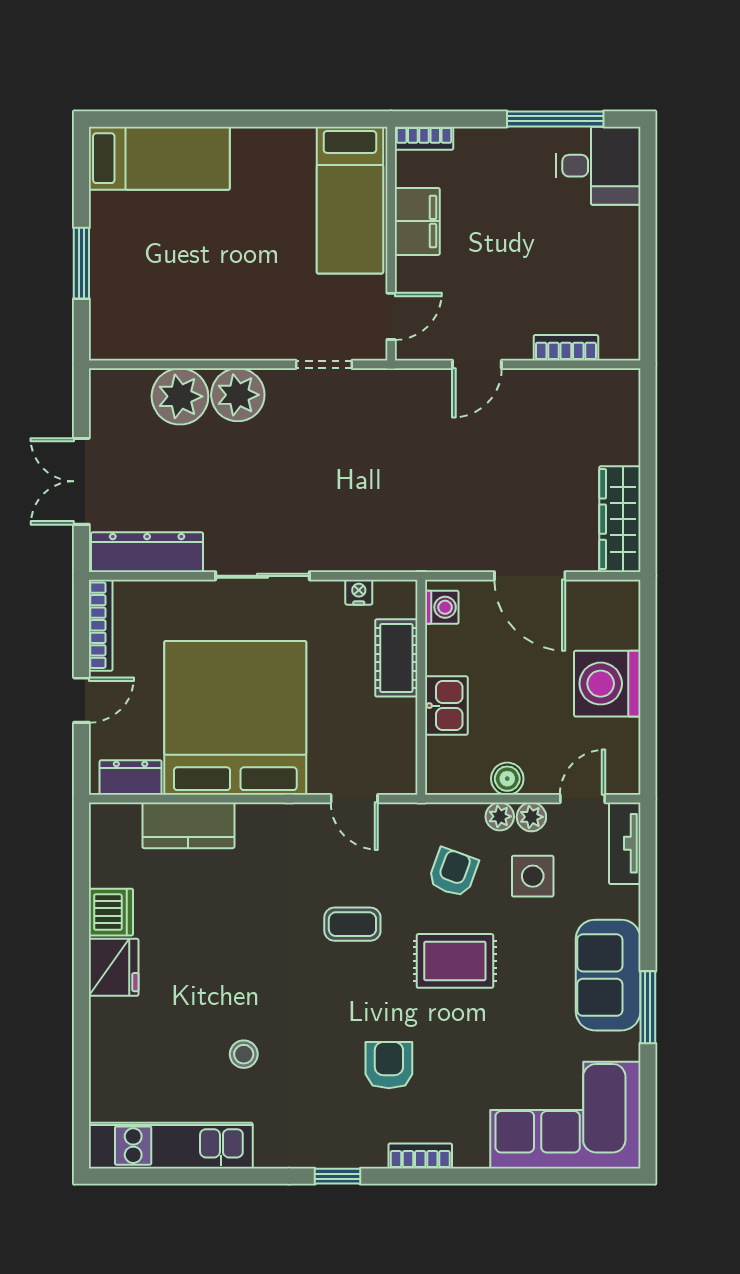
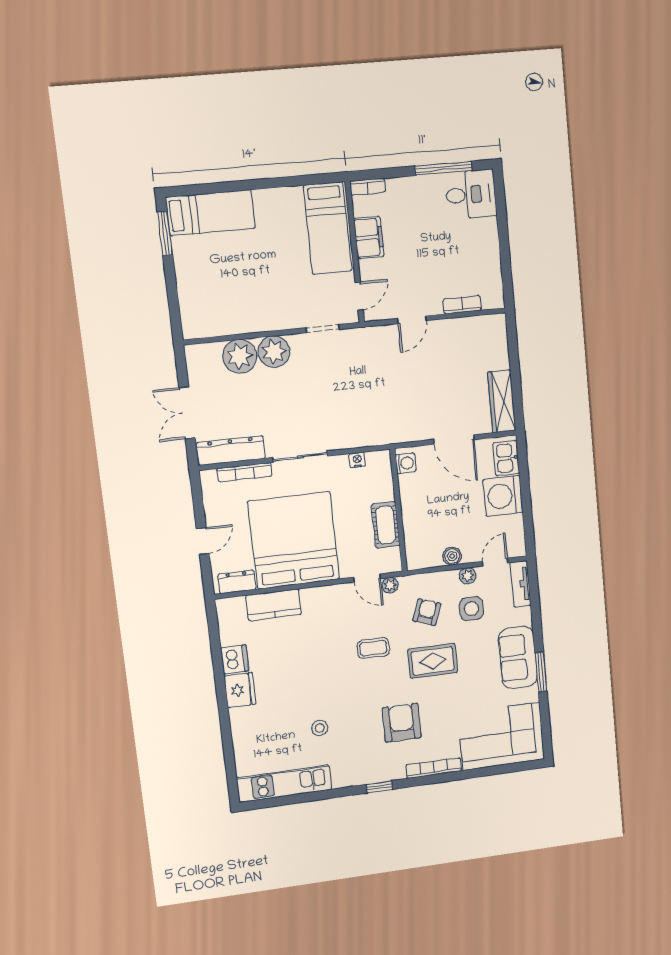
window: (81, 263) -> (165, 234), moved
bookcase: (101, 625) -> (244, 472), moved, turned 90
cot: (396, 658) -> (386, 525), moved
kitchen sink: (446, 706) -> (506, 458), moved, turned 180
plant: (500, 816) -> (390, 585), moved
armchair: (389, 1065) -> (402, 723), width x1.38, depth x1.38
bookcase: (420, 1156) -> (434, 768), width x1.56

